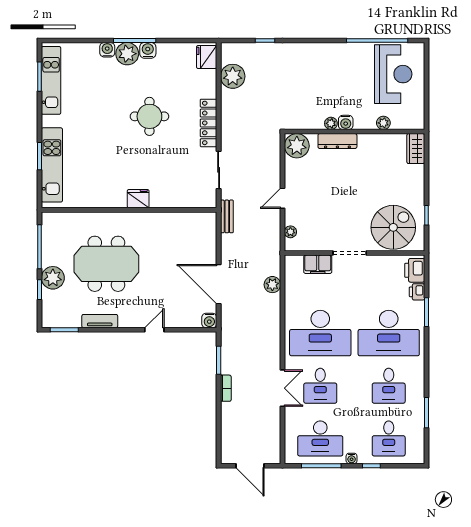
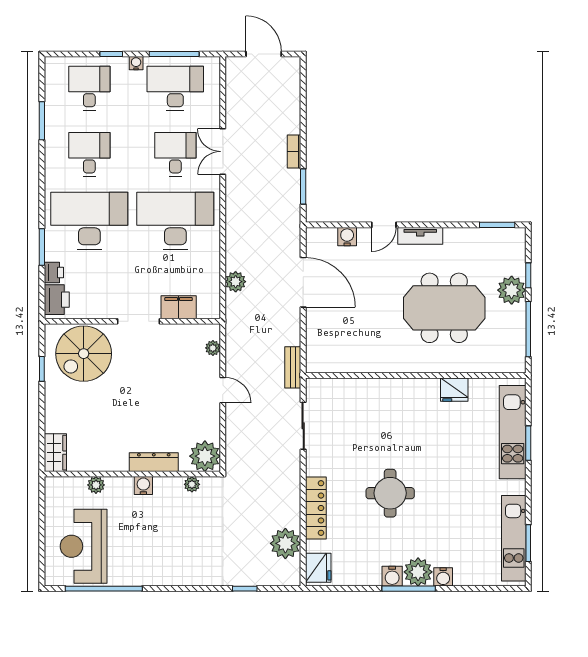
locker: (208, 123) -> (316, 508), moved
plant: (331, 123) -> (192, 484), moved
door: (283, 198) -> (223, 390), hinge flipped
fridge: (138, 199) -> (454, 390), moved
water cooler: (209, 320) -> (347, 237), moved
tv unit: (100, 321) -> (420, 236), moved

